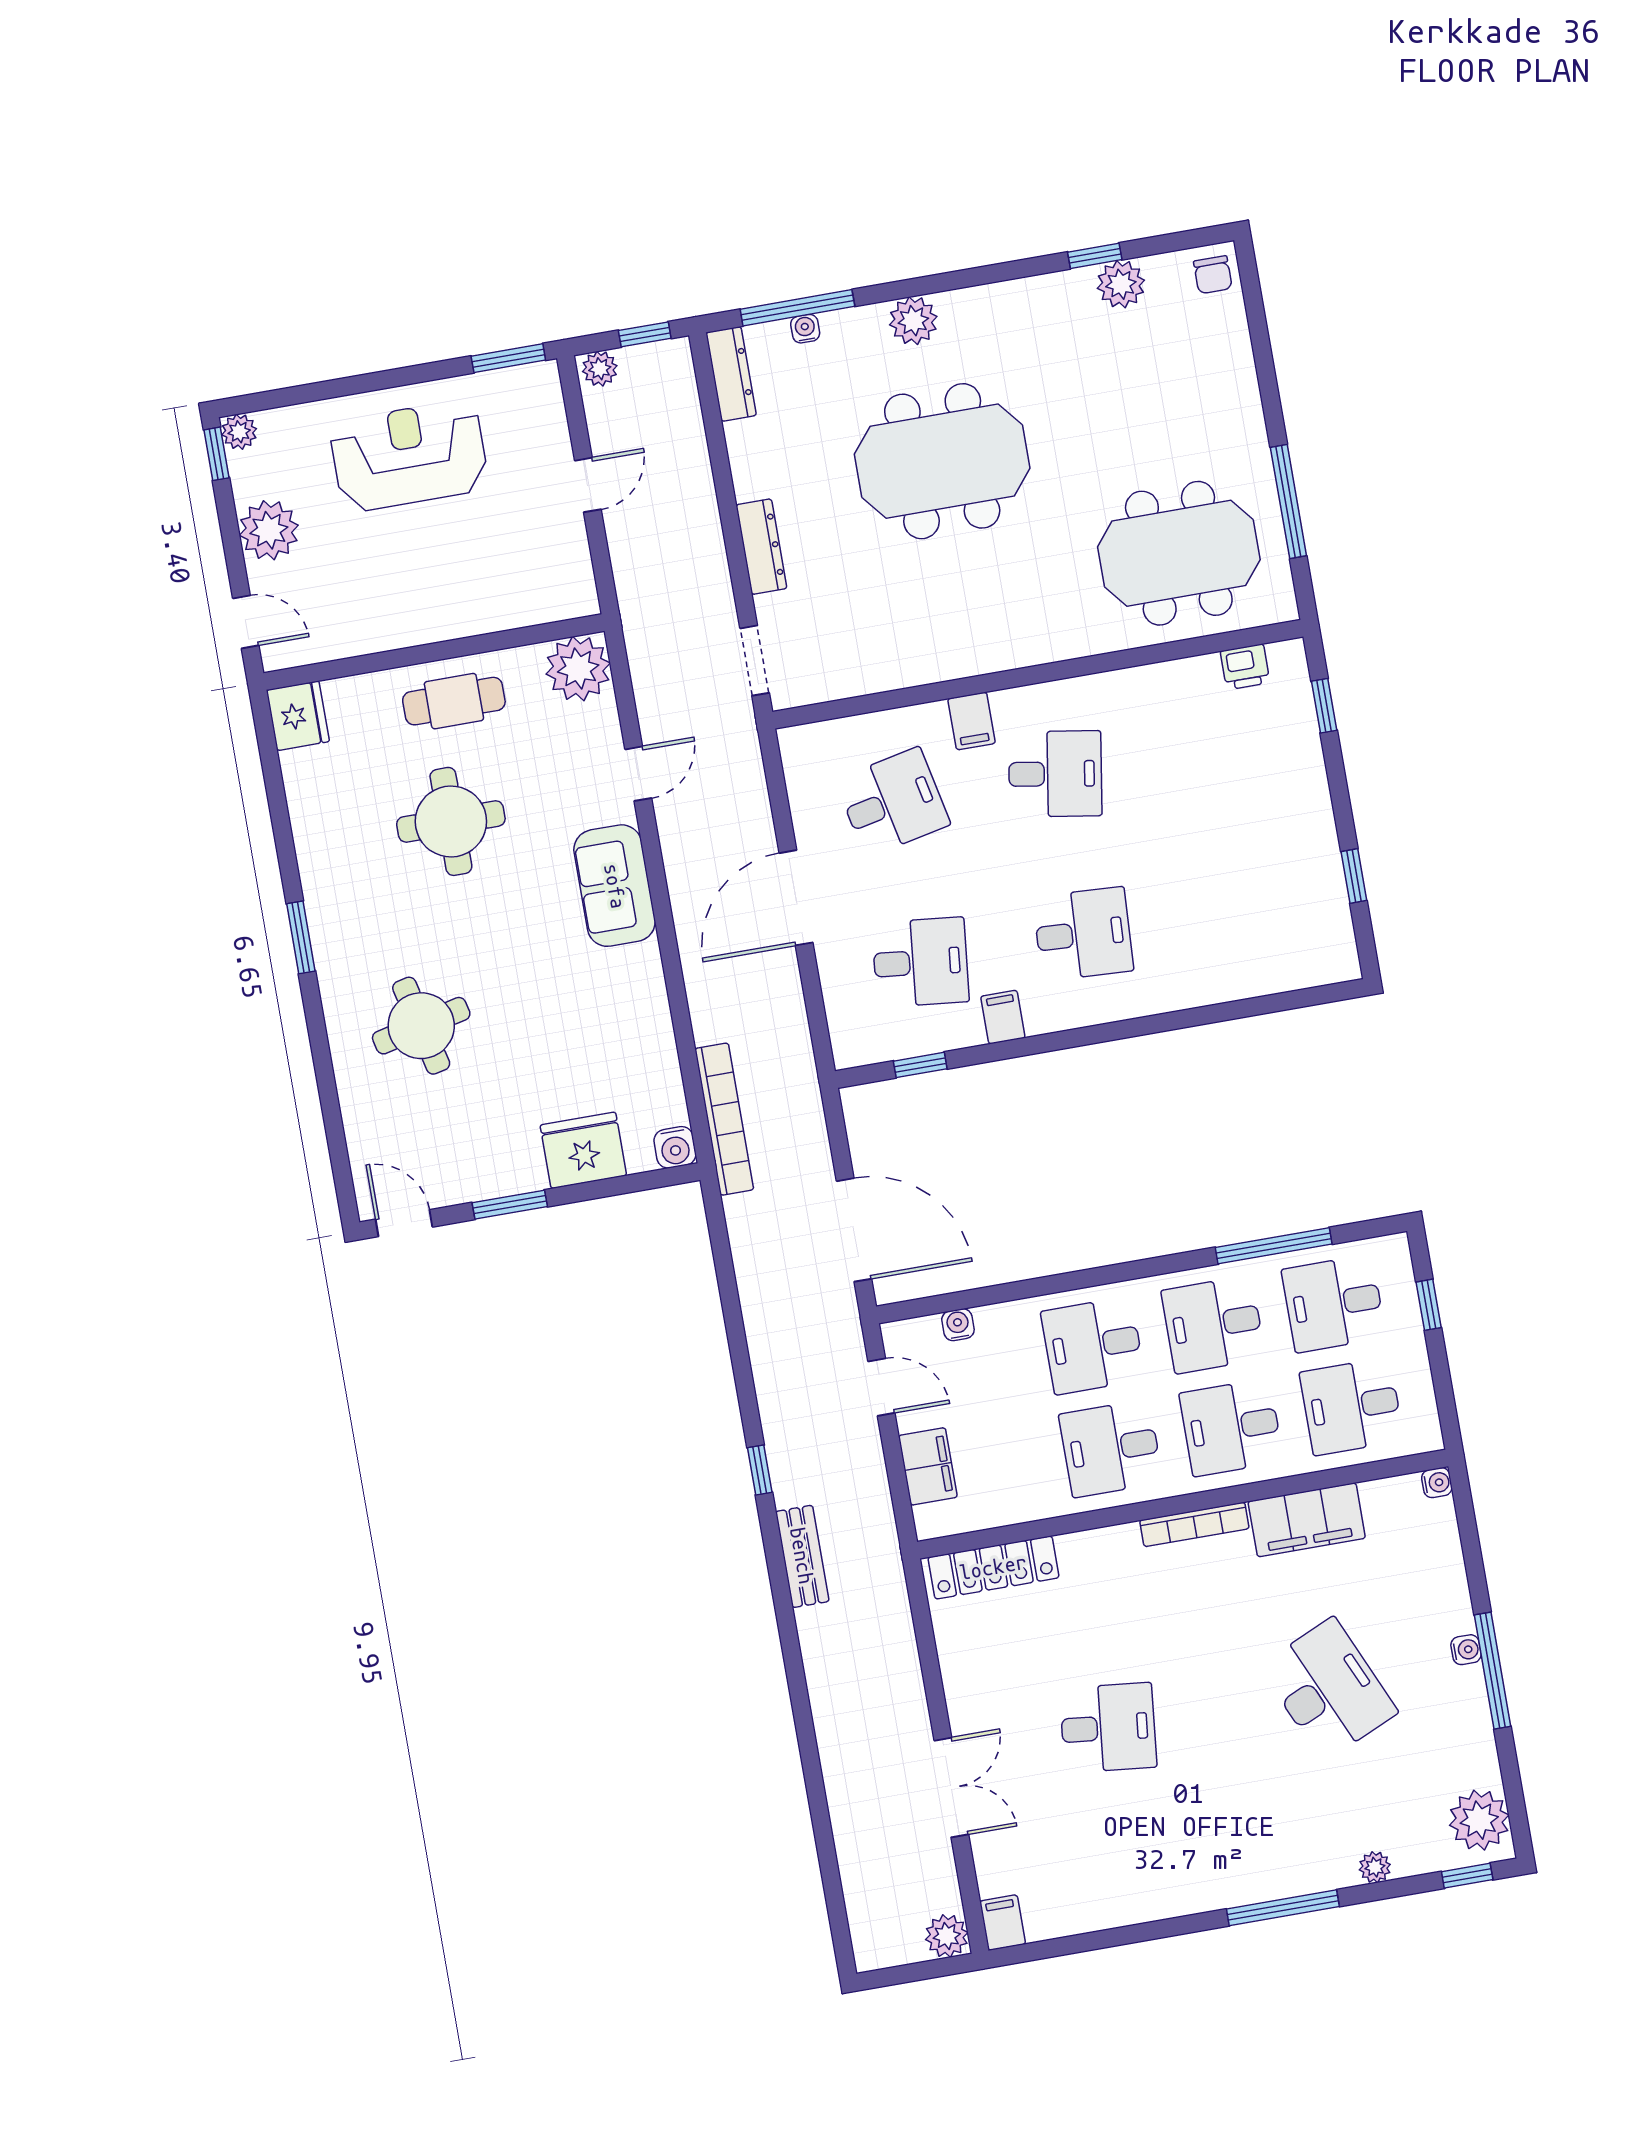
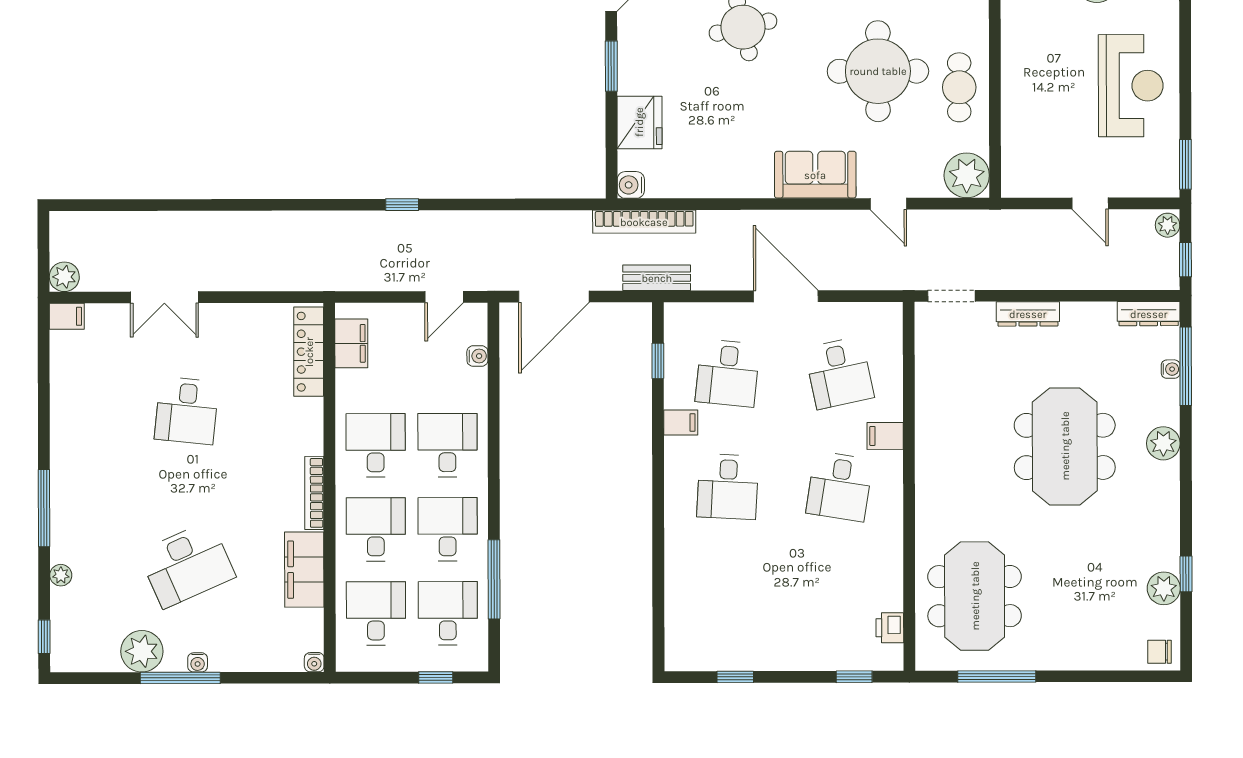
round table: (451, 821) -> (878, 71), width x1.36, depth x1.36
filing cabinet: (928, 1466) -> (351, 343), moved, turned -90
bench: (802, 1556) -> (657, 278), moved
plant: (1479, 1820) -> (142, 651), moved

